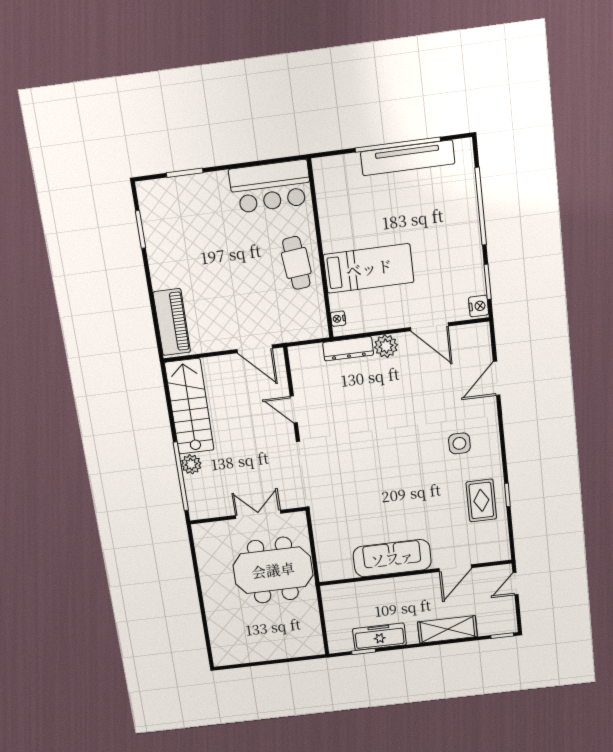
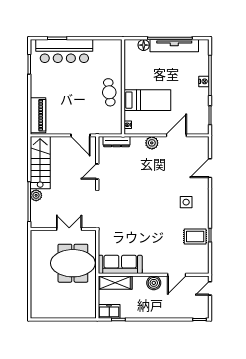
floor lamp: (349, 164) -> (144, 45), added
bar counter: (270, 186) -> (64, 51), moved, width x1.36
nightstand: (479, 306) -> (204, 81), moved
door: (429, 327) -> (176, 135), swing flipped
dresser: (348, 349) -> (117, 142), moved
door: (294, 410) -> (97, 172), hinge flipped
rug: (481, 500) -> (195, 237), turned 90
sofa: (392, 558) -> (120, 264), moved
boiler: (417, 586) -> (154, 283), added
shelving: (447, 629) -> (115, 283), moved
freezer: (379, 637) -> (109, 311), moved, width x0.71

